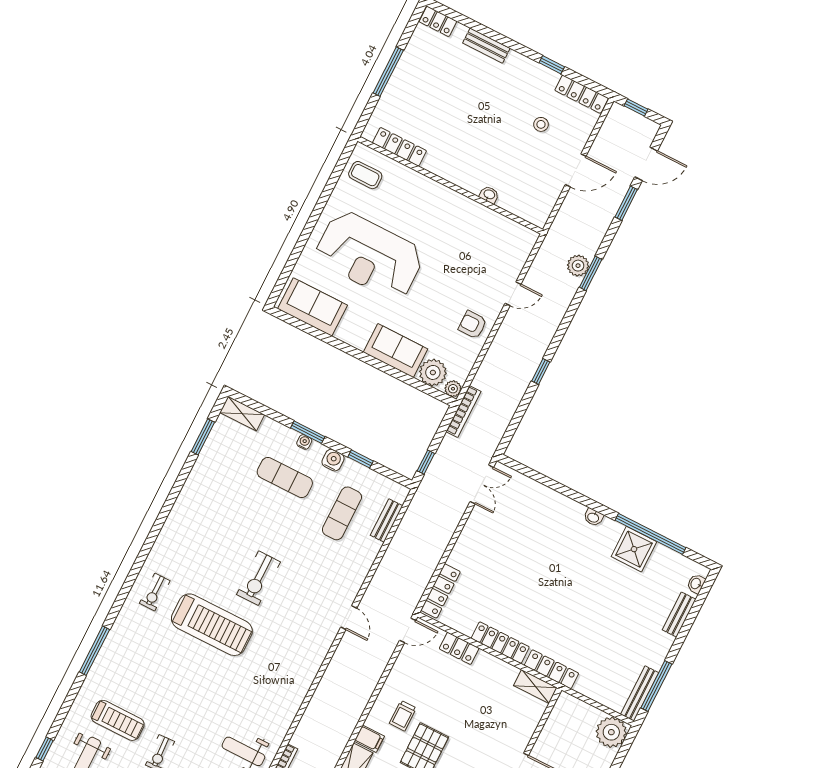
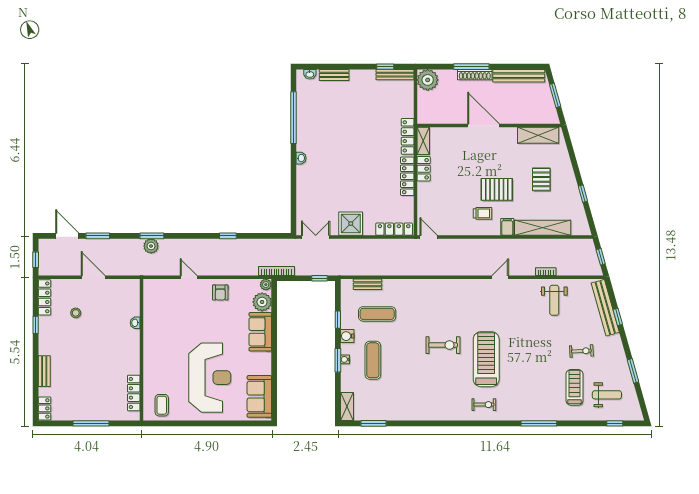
shower: (634, 549) -> (351, 224), moved
door: (349, 618) -> (500, 277), moved
locker: (459, 648) -> (424, 169), moved
window: (656, 686) -> (385, 67), width x0.46

